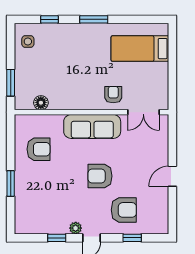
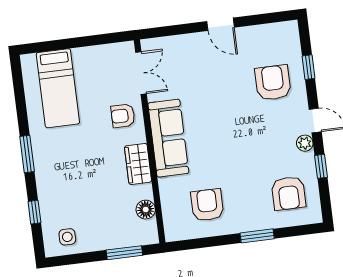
wardrobe: (76, 101) -> (138, 164), added
armchair: (100, 176) -> (289, 193), moved

